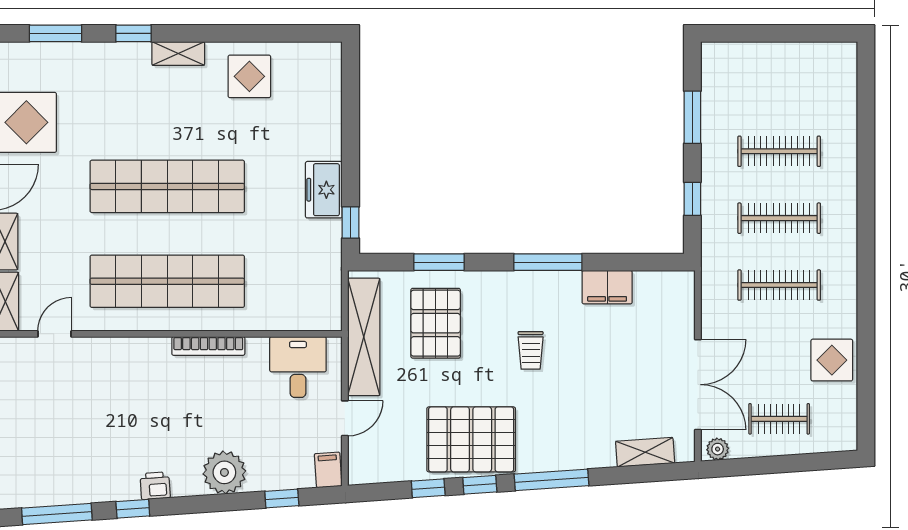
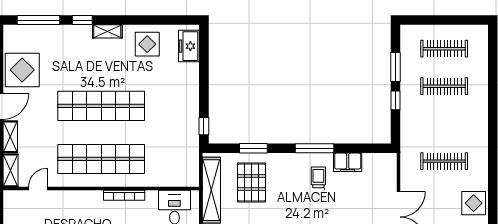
window: (56, 33) -> (39, 20), width x1.44
freezer: (324, 190) -> (189, 46), moved
window: (692, 199) -> (395, 100), moved
clothes rail: (779, 218) -> (444, 49), moved
trolley: (531, 350) -> (318, 177), moved, turned 180

